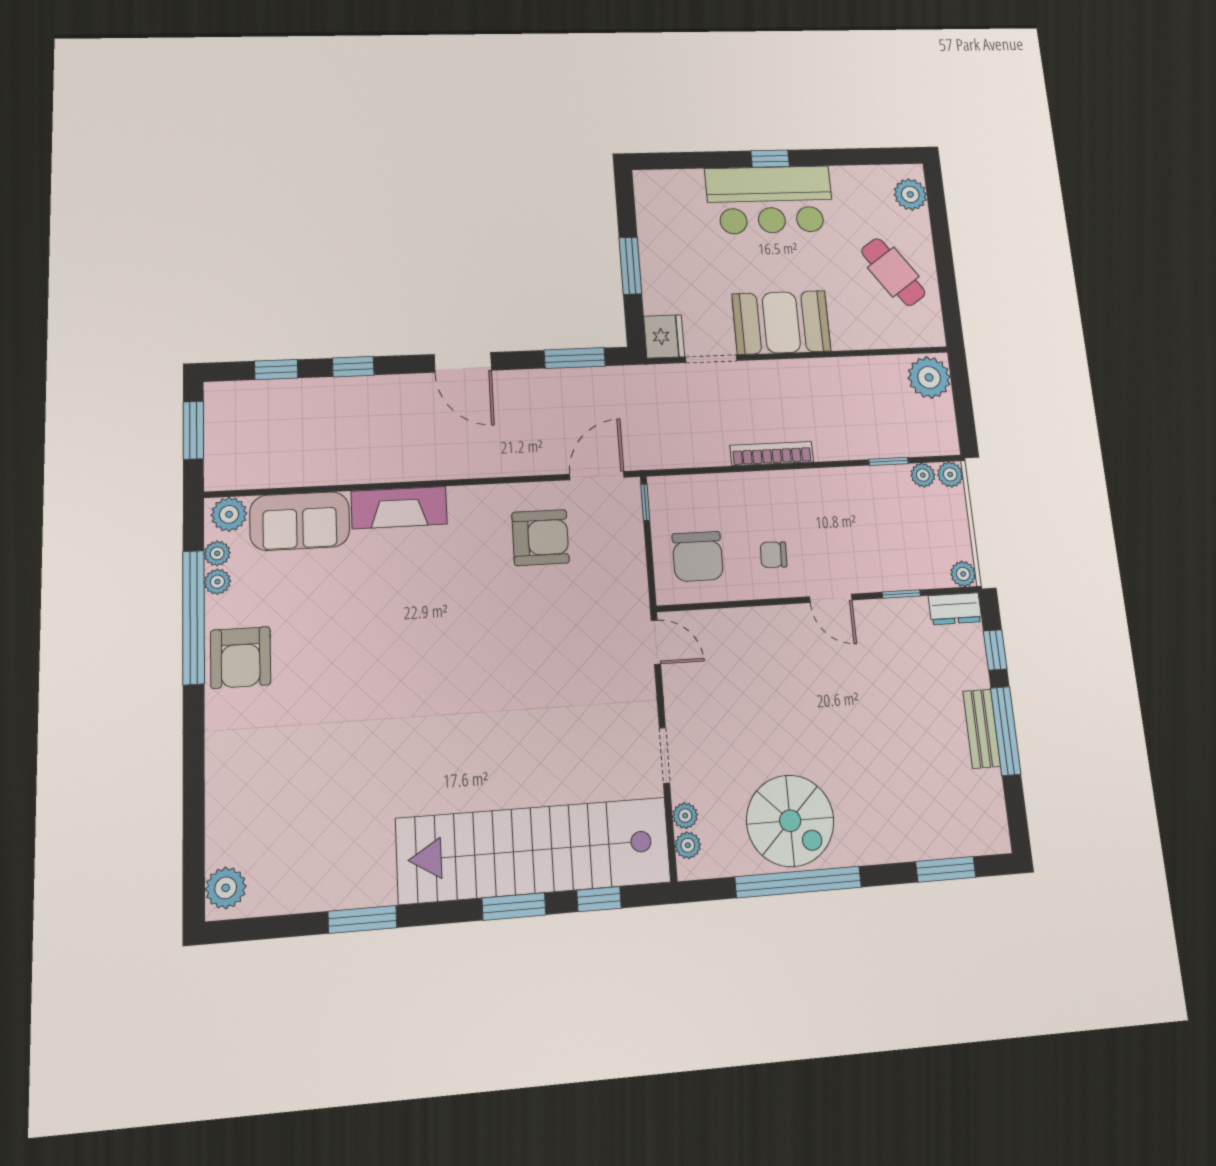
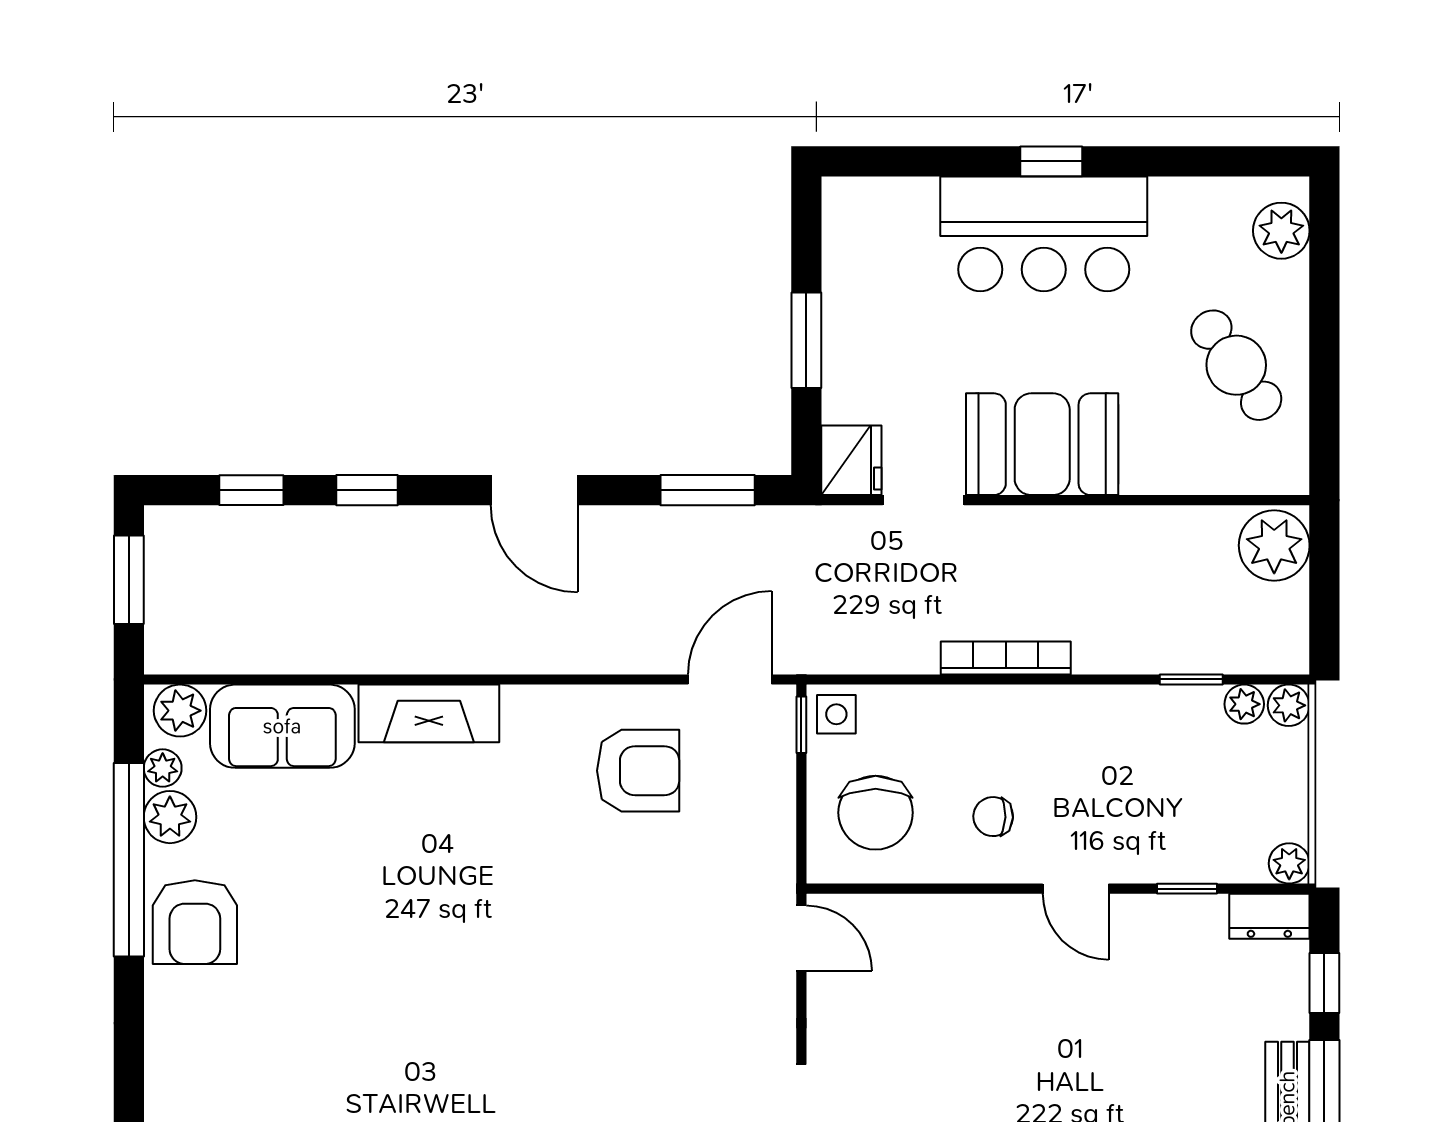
side table: (667, 494) -> (836, 714), added
plant: (217, 582) -> (170, 817), width x1.38, depth x1.38

